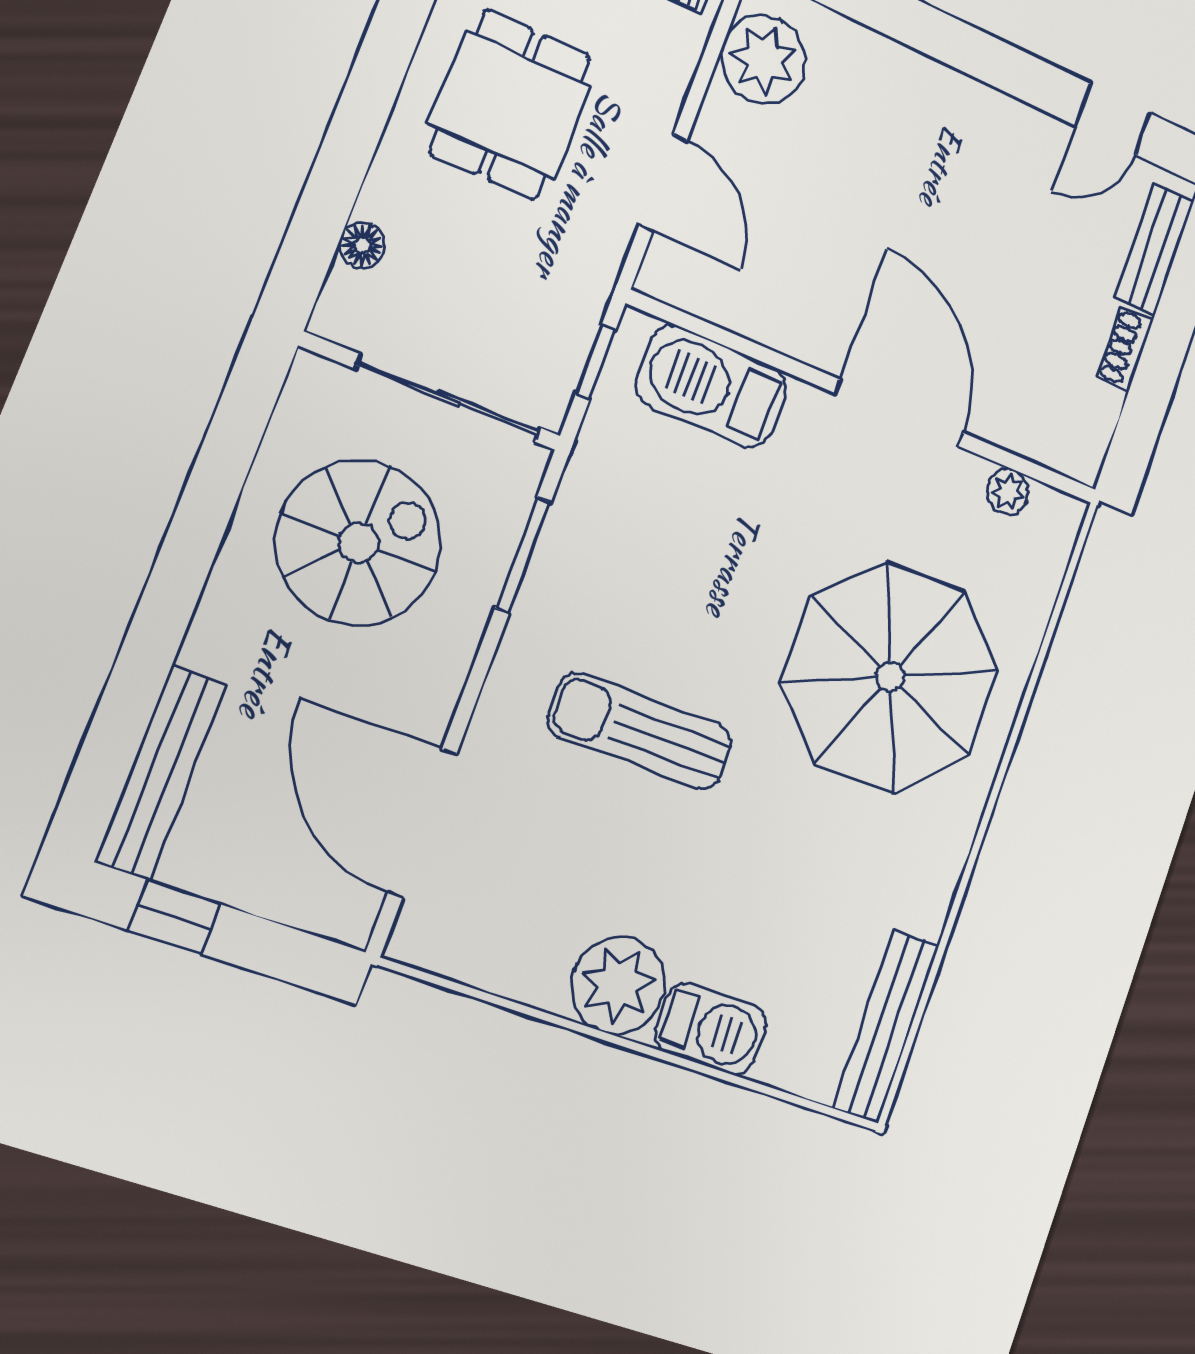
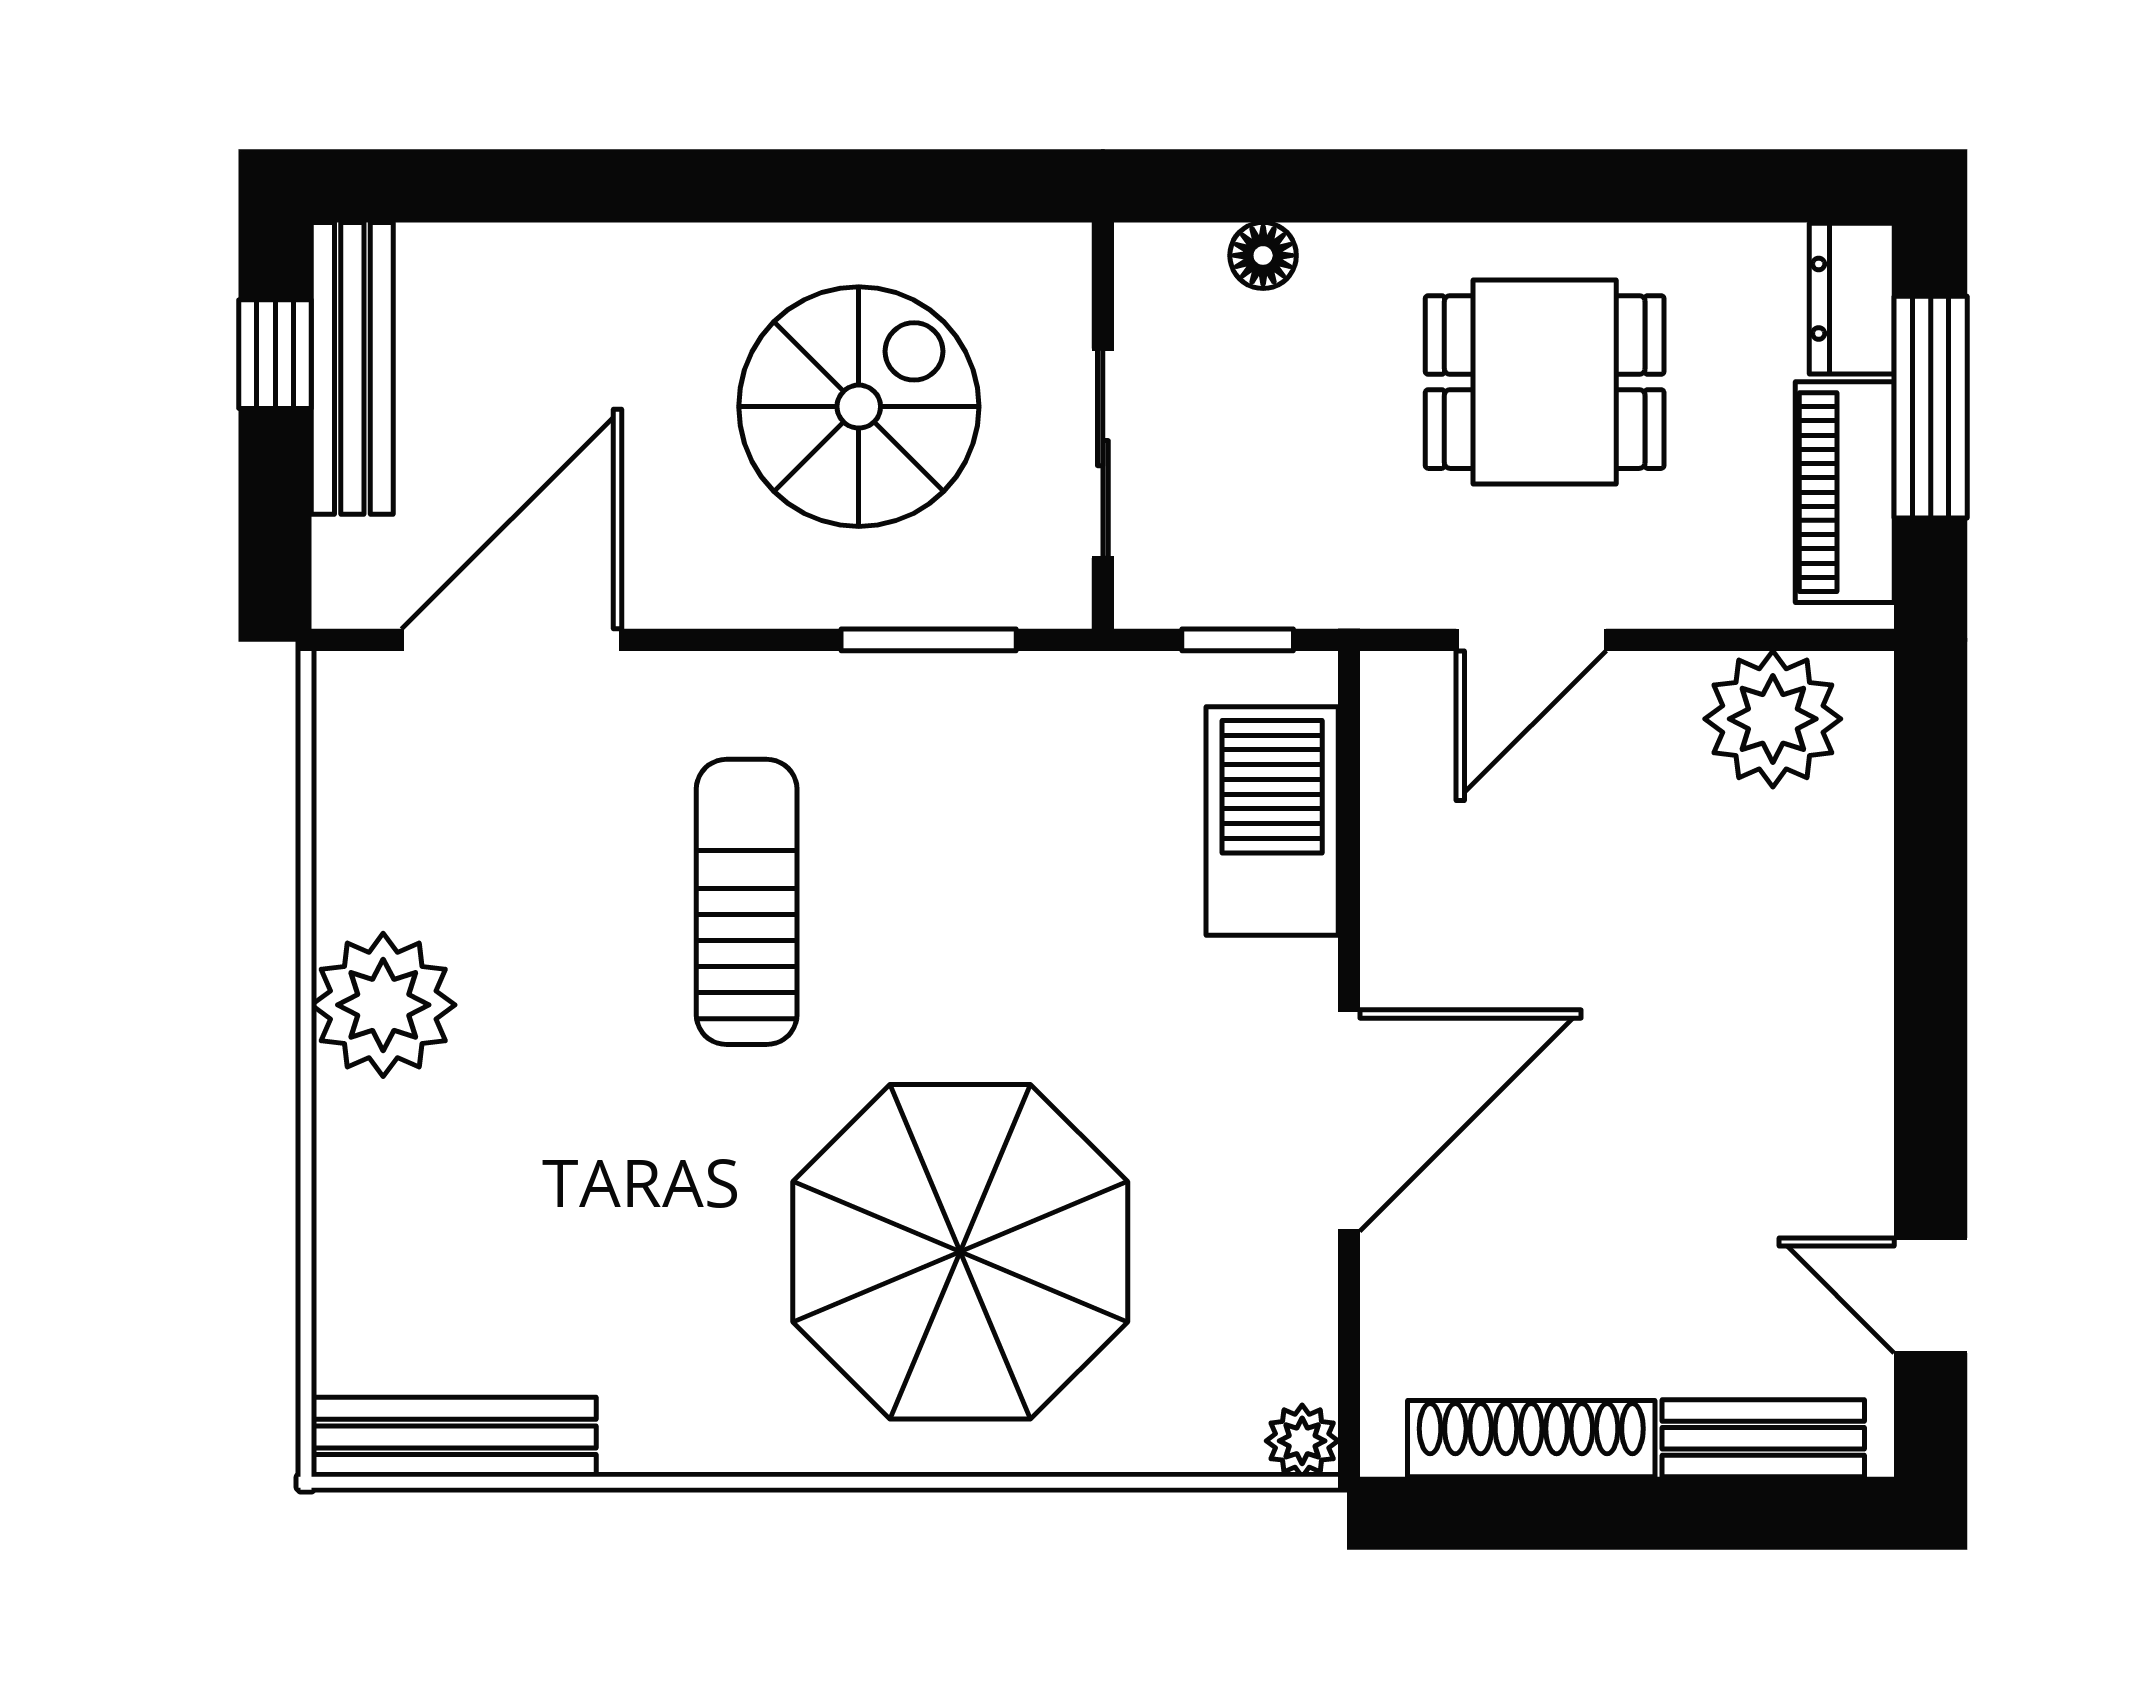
shoe rack: (1125, 349) -> (1531, 1439), width x1.94, depth x1.24
sliding door: (449, 399) -> (1103, 453), width x0.73
plant: (1008, 491) -> (1302, 1441), moved
spiral stairs: (359, 543) -> (859, 407), turned -90
bench: (161, 773) -> (352, 368), moved, turned 90
barbecue: (711, 1029) -> (366, 1167), removed

